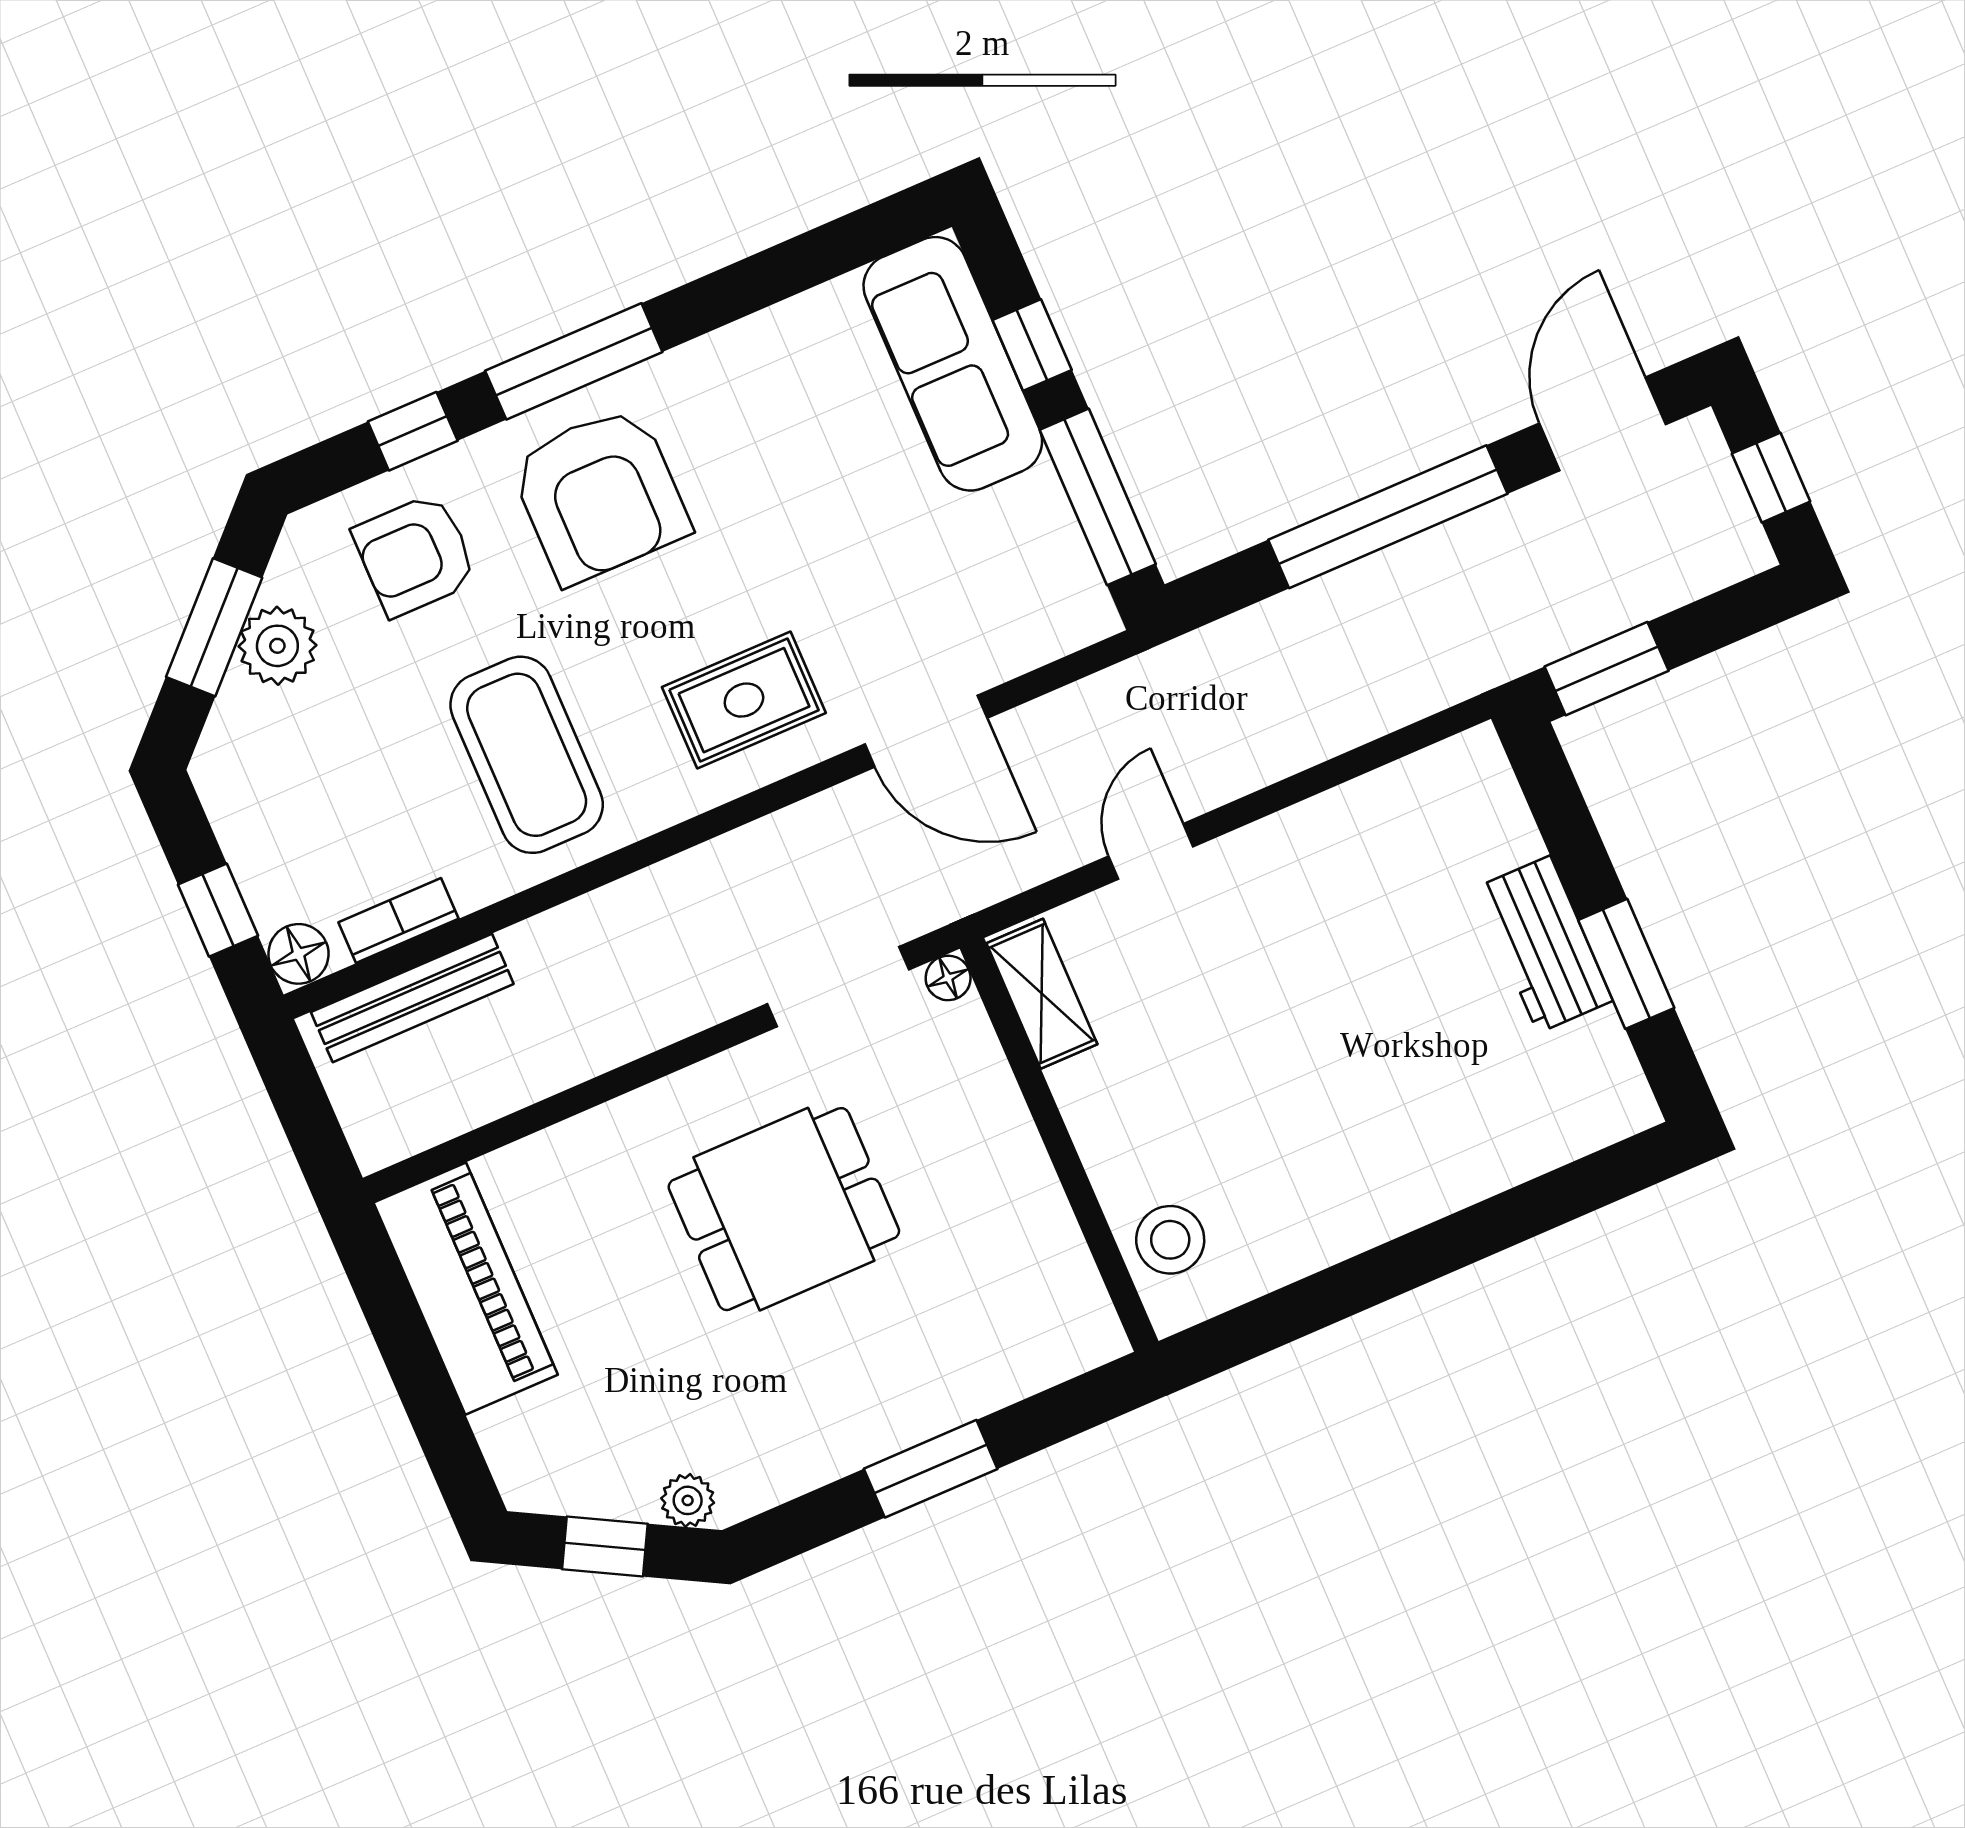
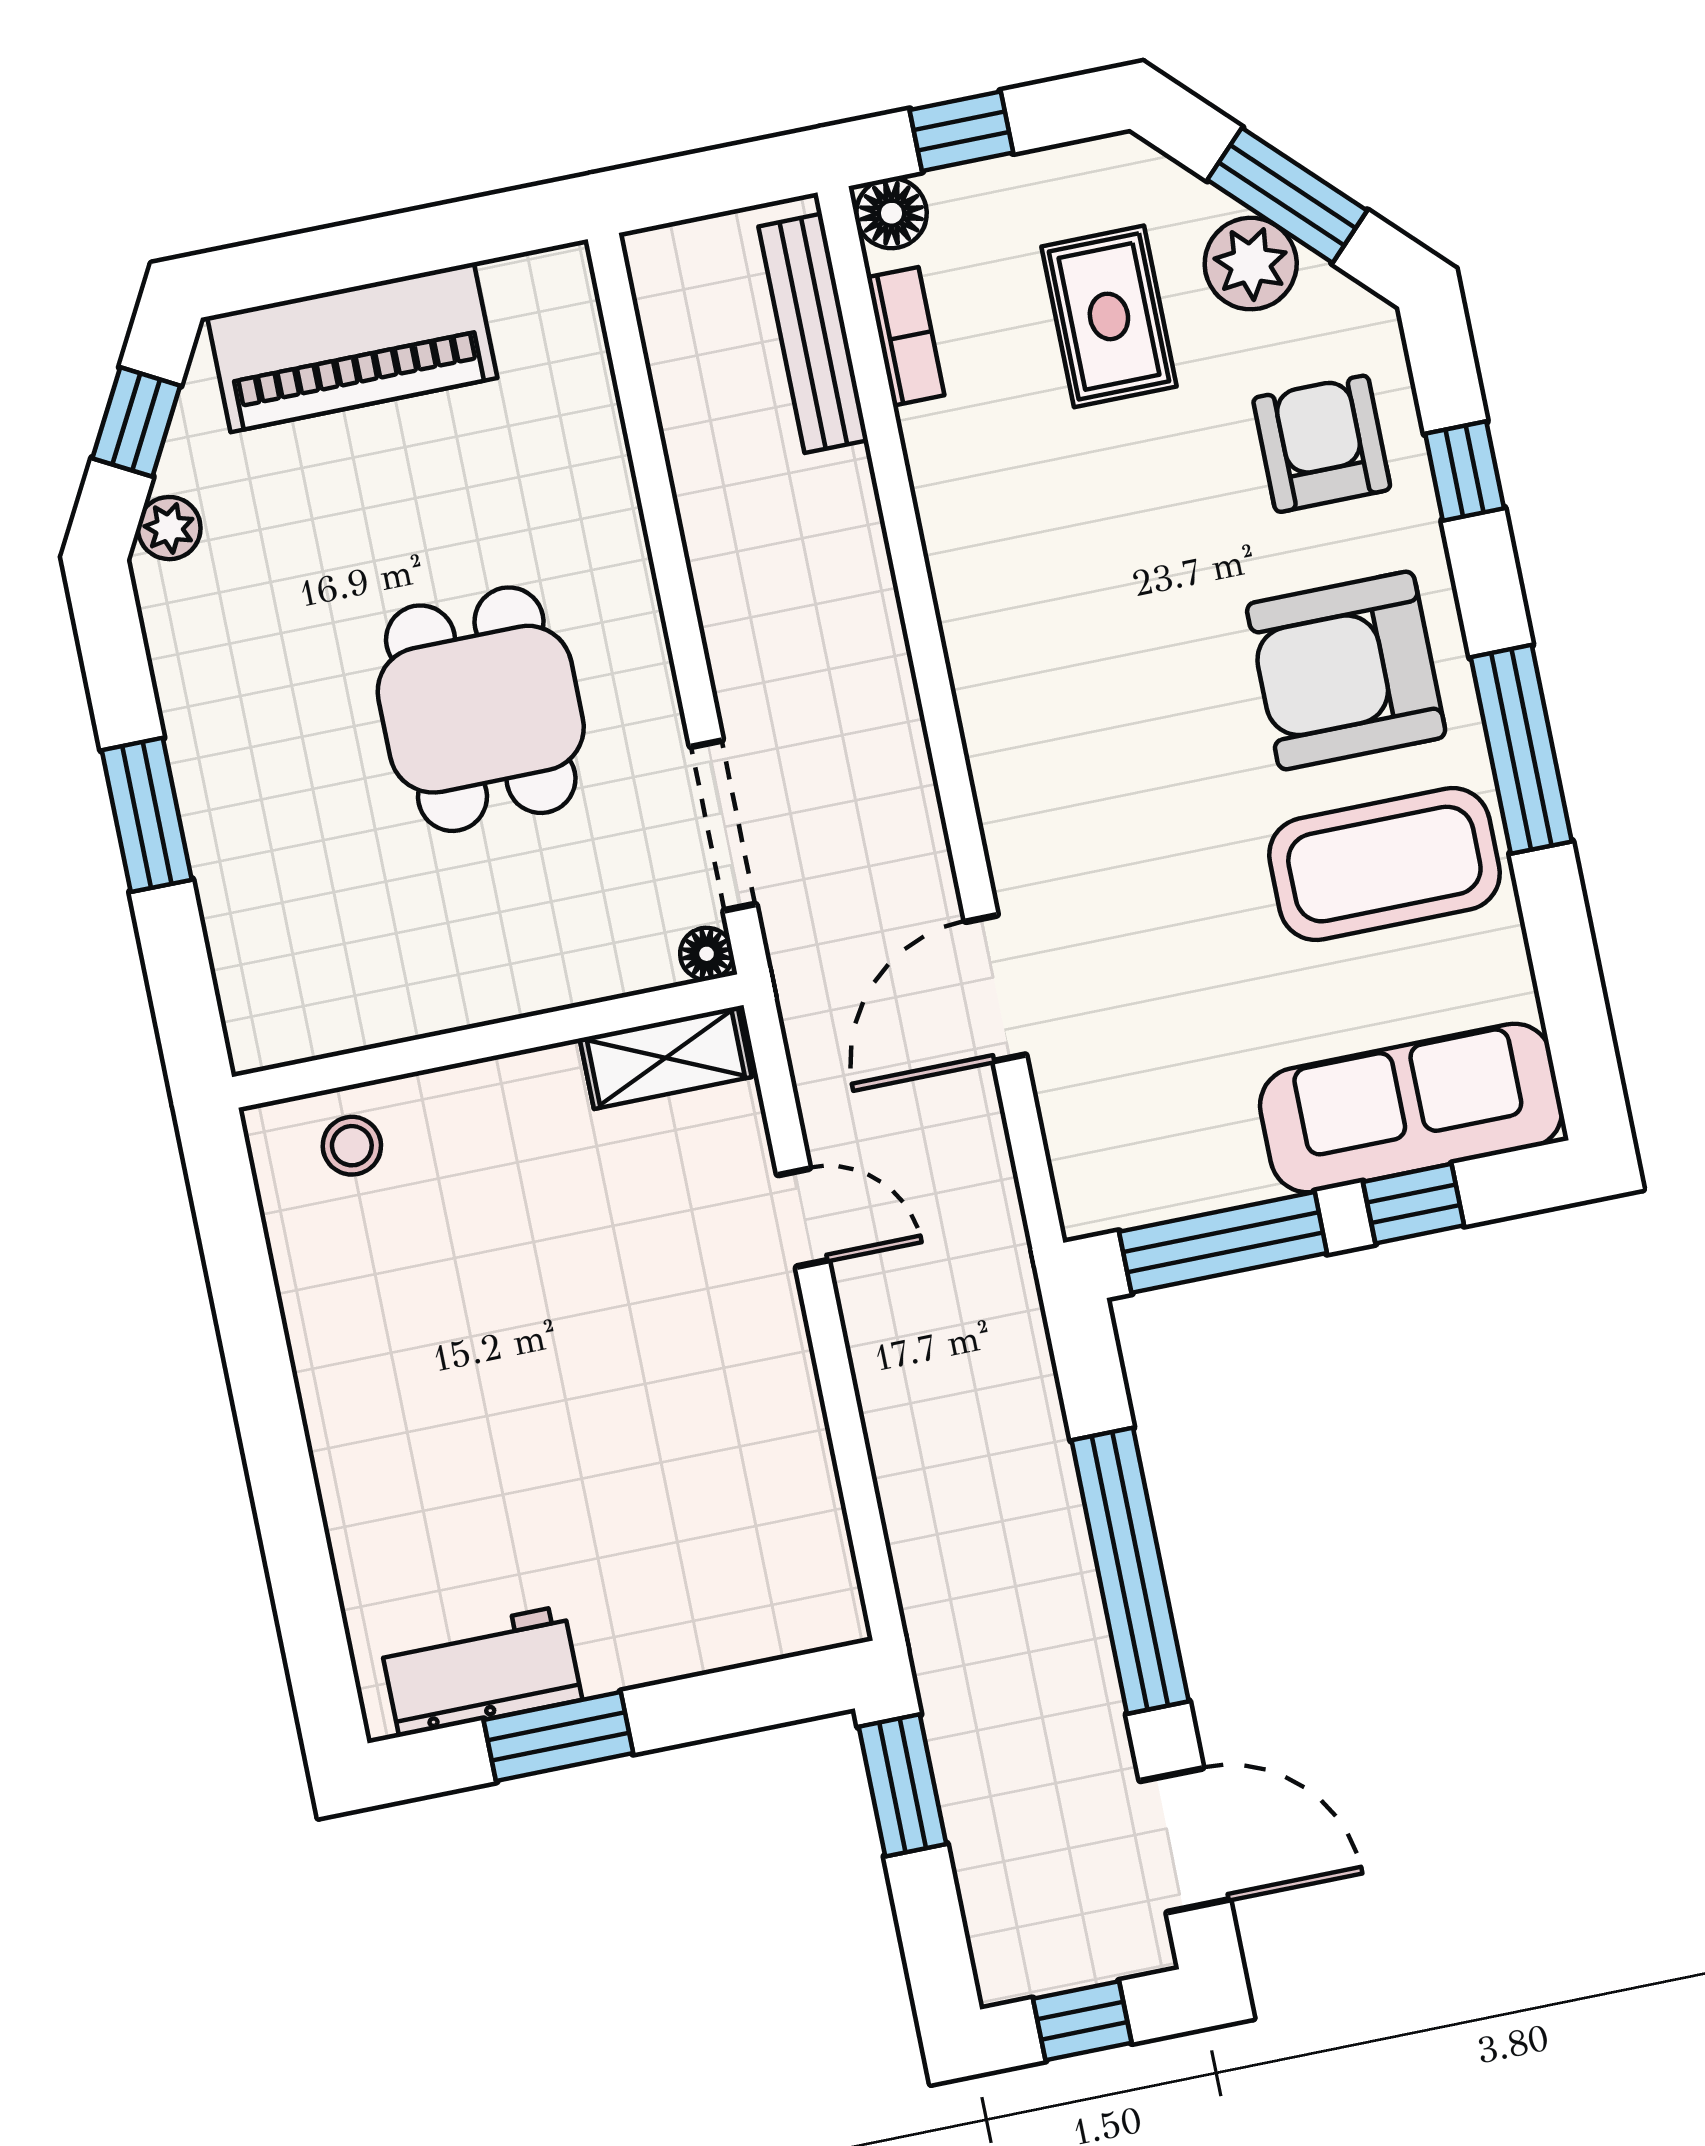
window: (574, 361) -> (1521, 749), moved
rug: (744, 700) -> (1109, 316), moved
coffee table: (527, 755) -> (1384, 864), moved
workbench: (1544, 944) -> (481, 1671), moved
stool: (1170, 1240) -> (352, 1146), width x0.73, depth x0.73
piano: (466, 1289) -> (352, 347), moved

